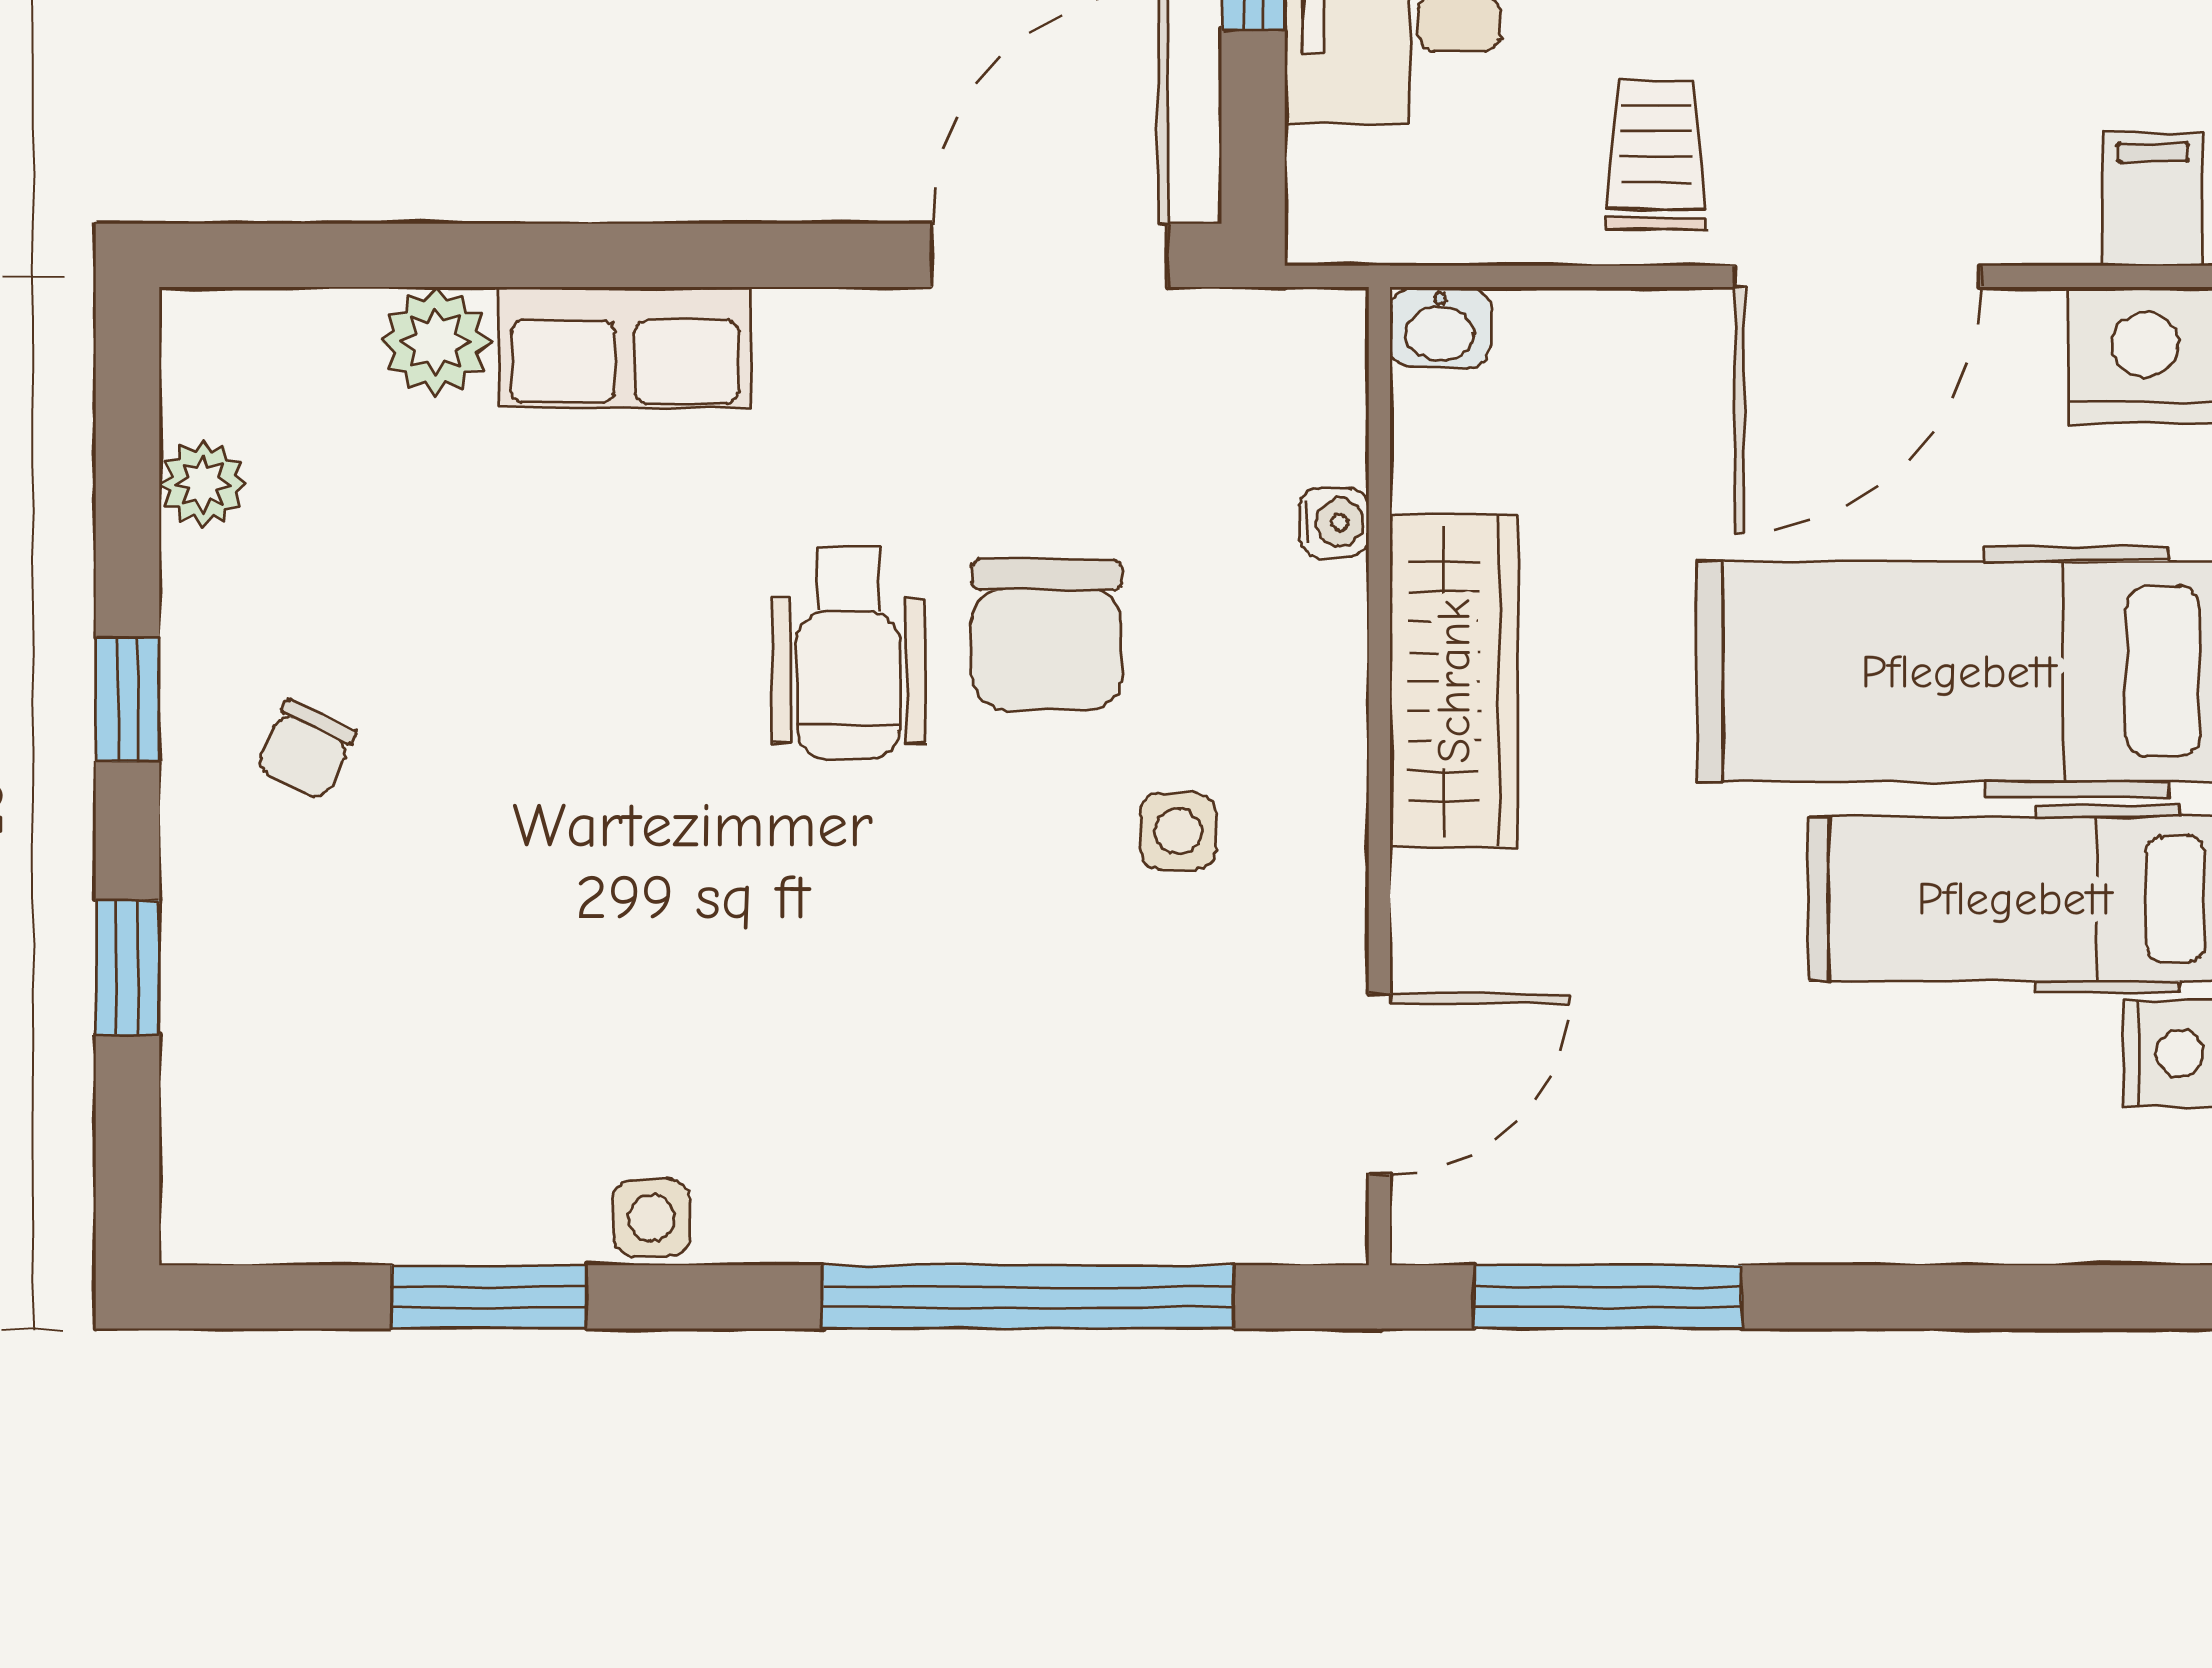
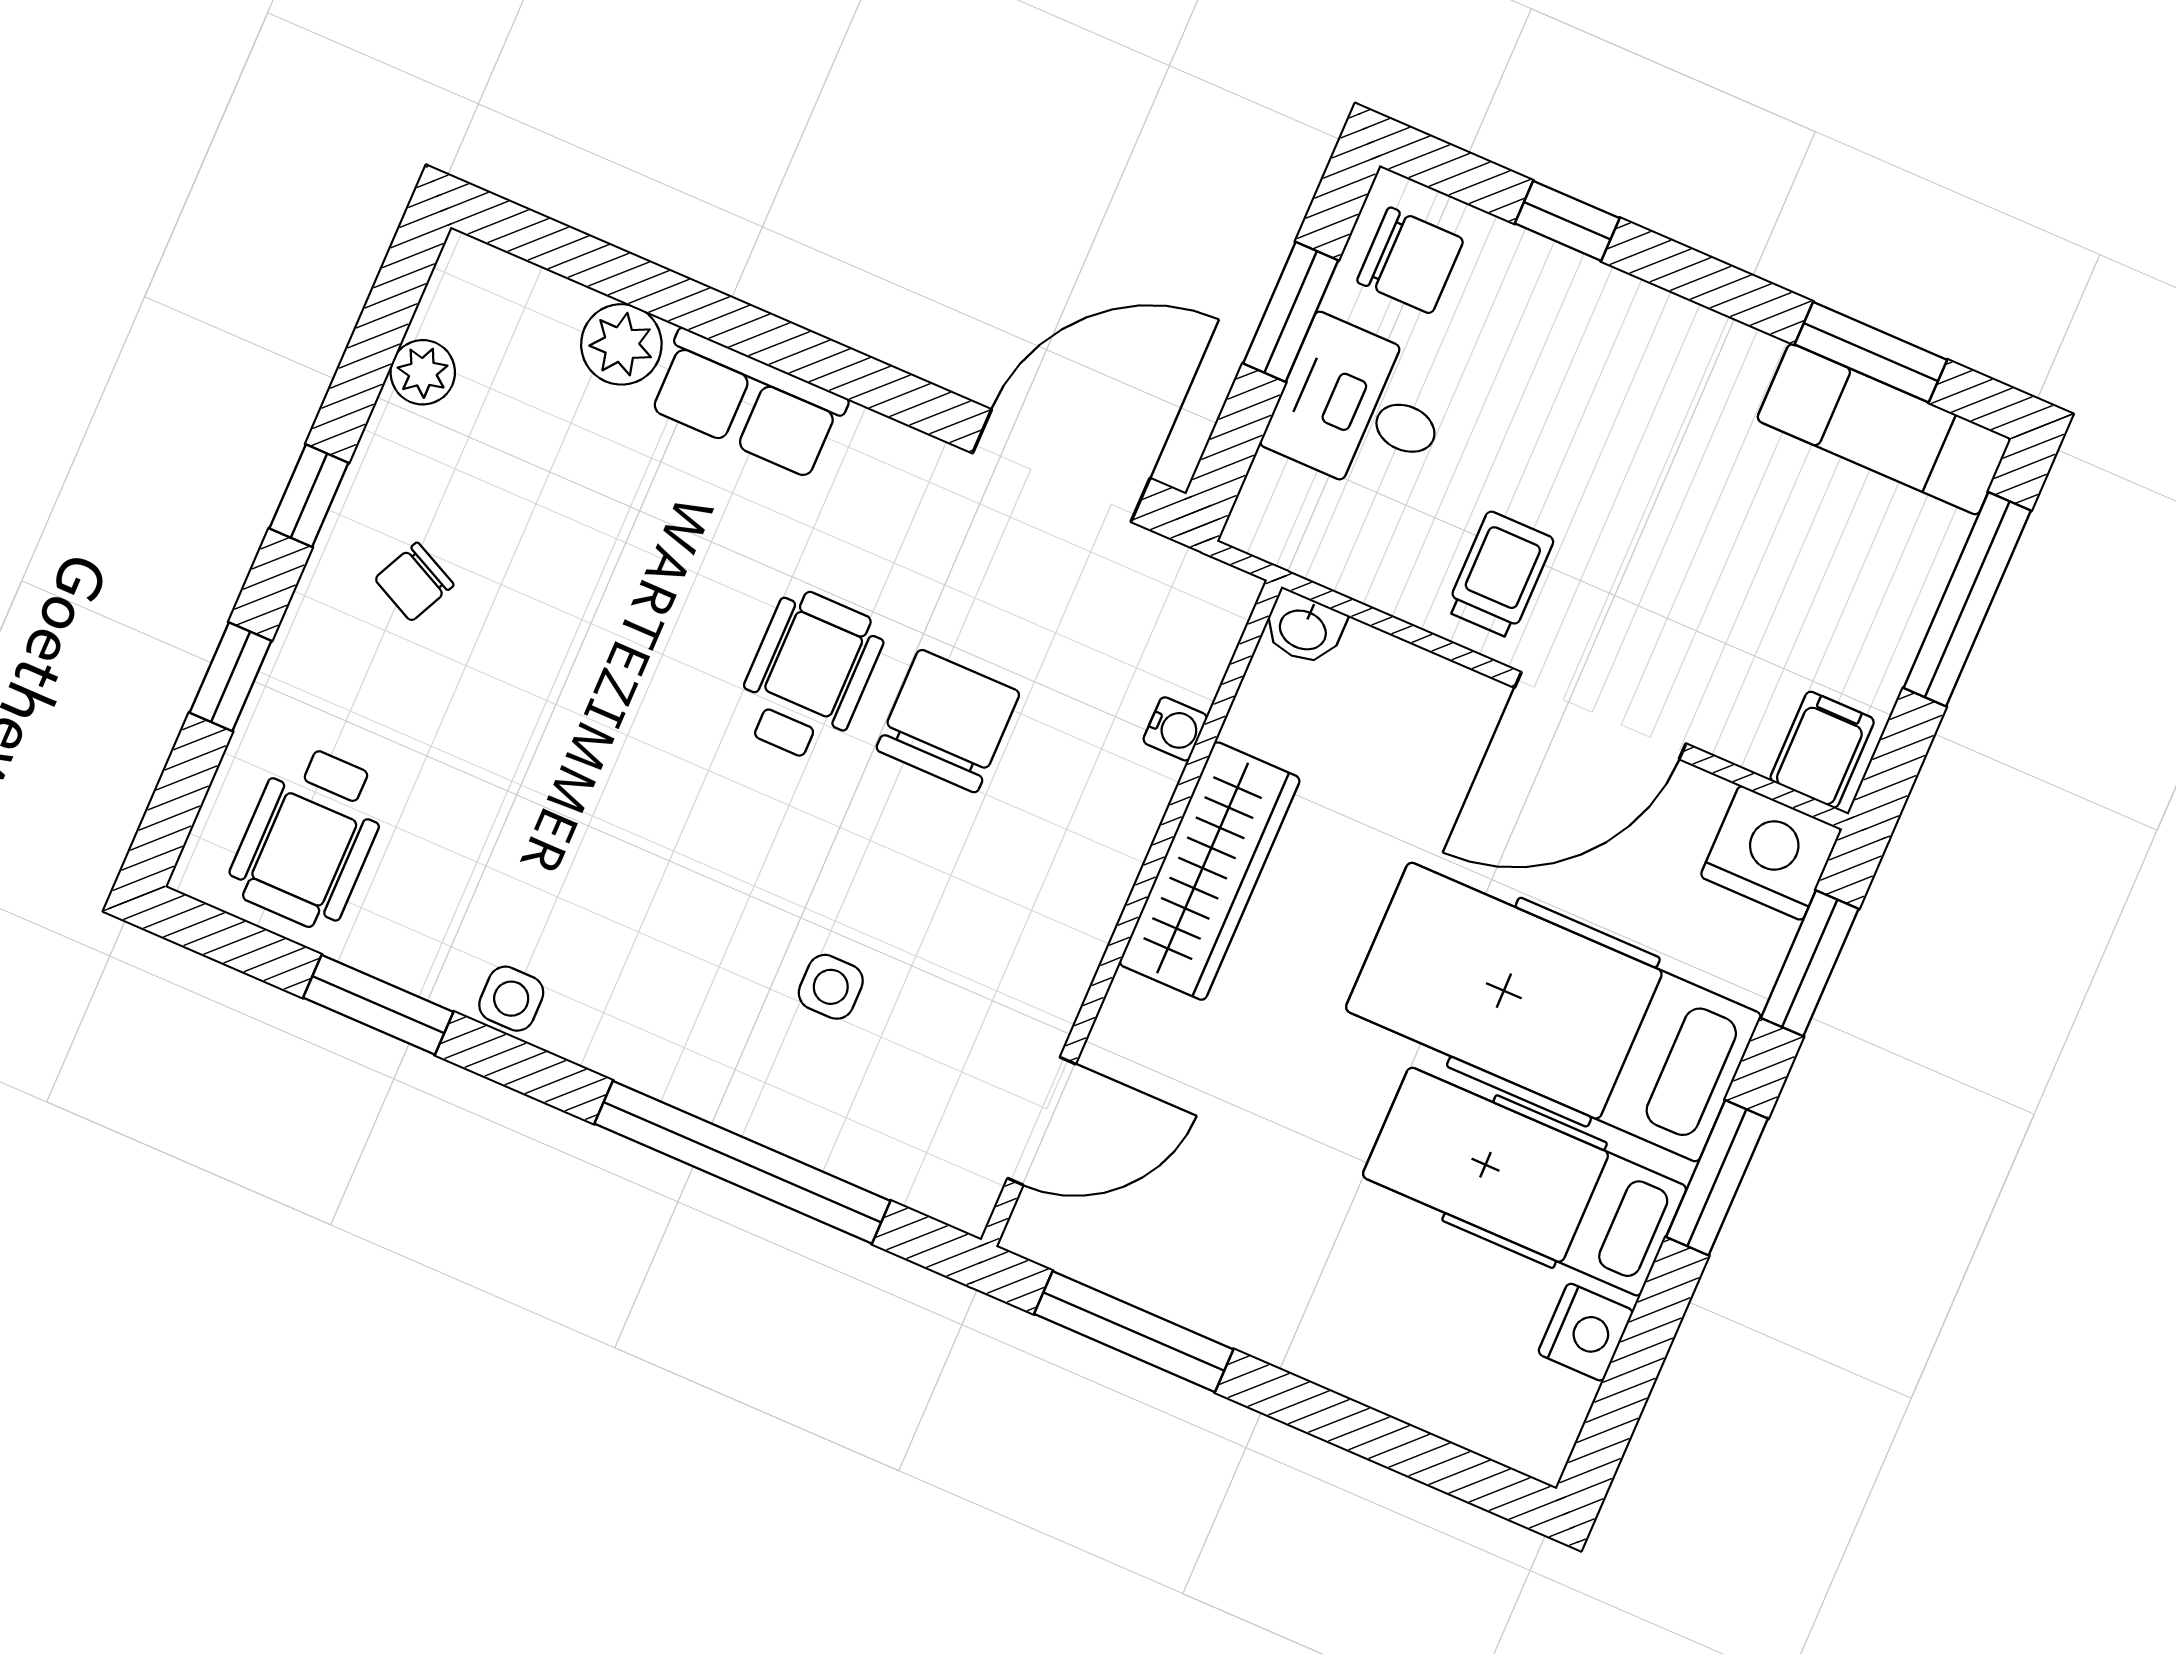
chair: (1046, 635) -> (948, 721), turned 180
wheelchair: (848, 654) -> (809, 676), turned 180
side table: (1178, 831) -> (831, 987), moved
wheelchair: (313, 1125) -> (310, 837), added

